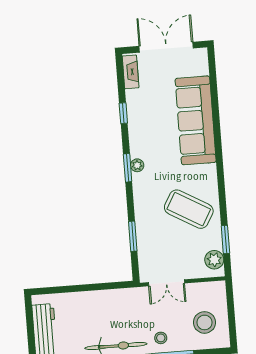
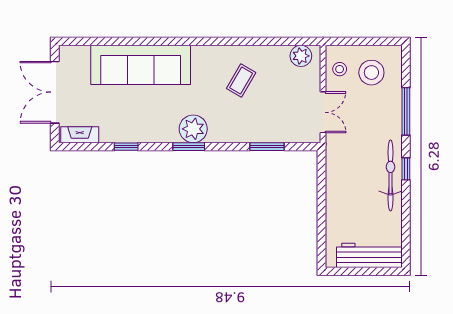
plant: (137, 165) -> (193, 129), width x1.88, depth x1.88
coffee table: (189, 209) -> (241, 81), width x0.54, depth x0.58
window: (225, 239) -> (279, 41), removed
stool: (161, 338) -> (340, 69), moved

